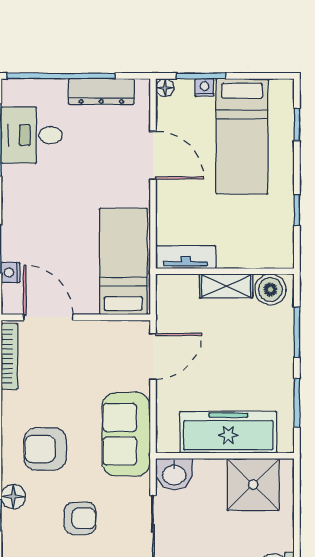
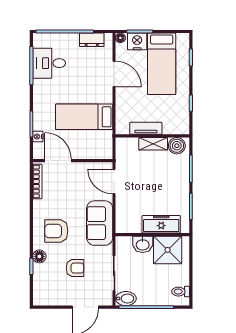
nightstand: (204, 87) -> (137, 41), width x1.89, depth x1.79
dresser: (101, 91) -> (92, 40), width x0.70
tv unit: (186, 257) -> (146, 128), moved
bed: (123, 261) -> (84, 117), moved, turned -90
door: (153, 356) -> (114, 181), swing flipped
freezer: (228, 432) -> (161, 224), width x0.73, depth x0.79
washbasin: (174, 474) -> (143, 244), moved

